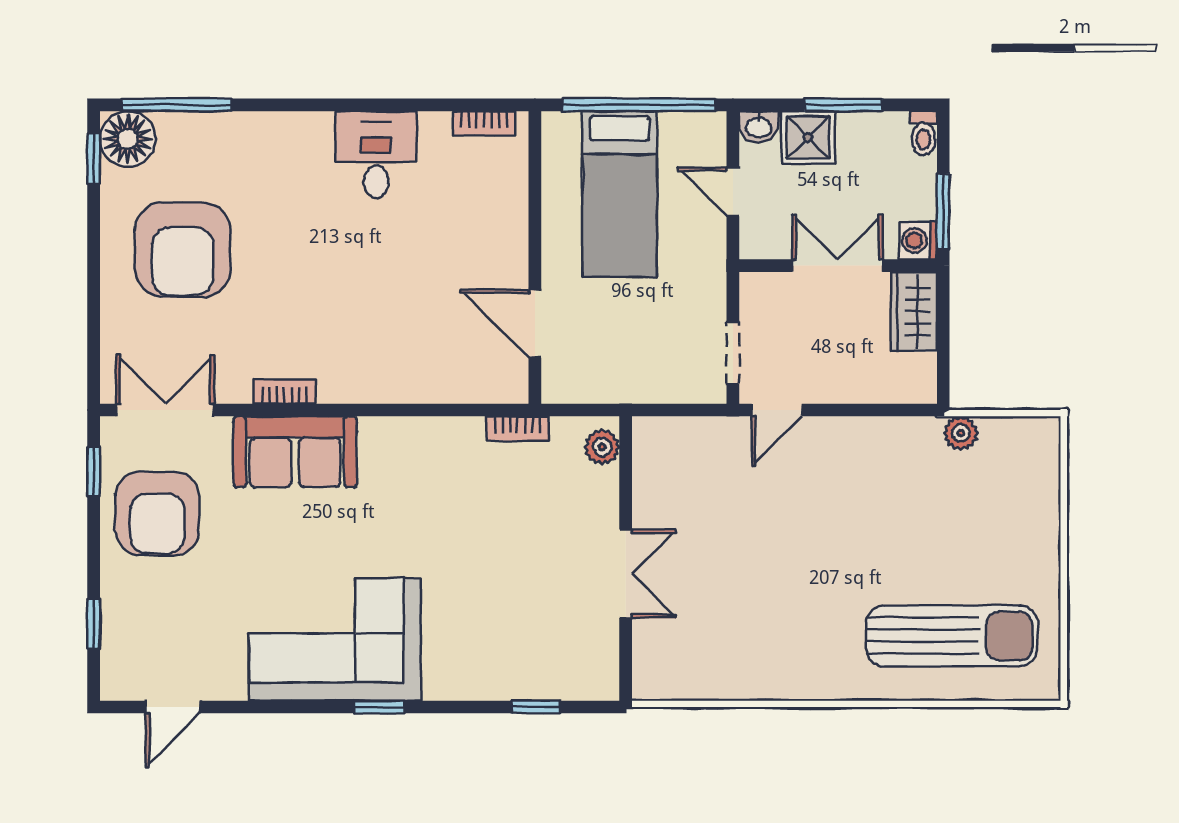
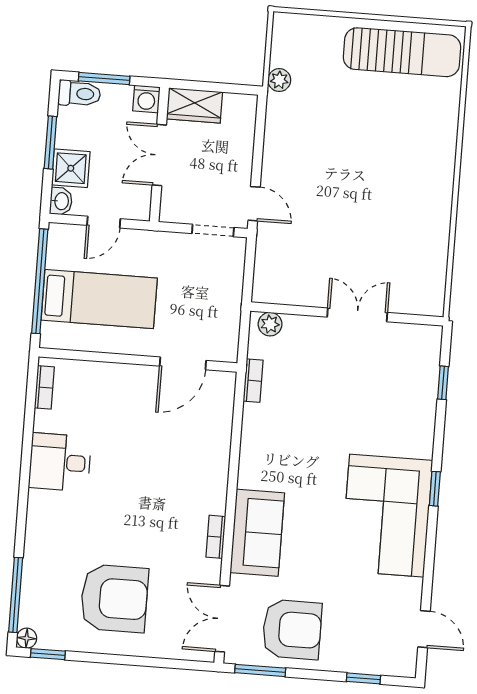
toilet: (923, 133) -> (79, 94), width x1.37, depth x1.39
floor lamp: (128, 139) -> (27, 638), width x0.53, depth x0.53
window: (943, 211) -> (104, 79), moved
window: (94, 472) -> (260, 670), width x1.50
sun lounger: (952, 636) -> (402, 52), moved, turned 90

